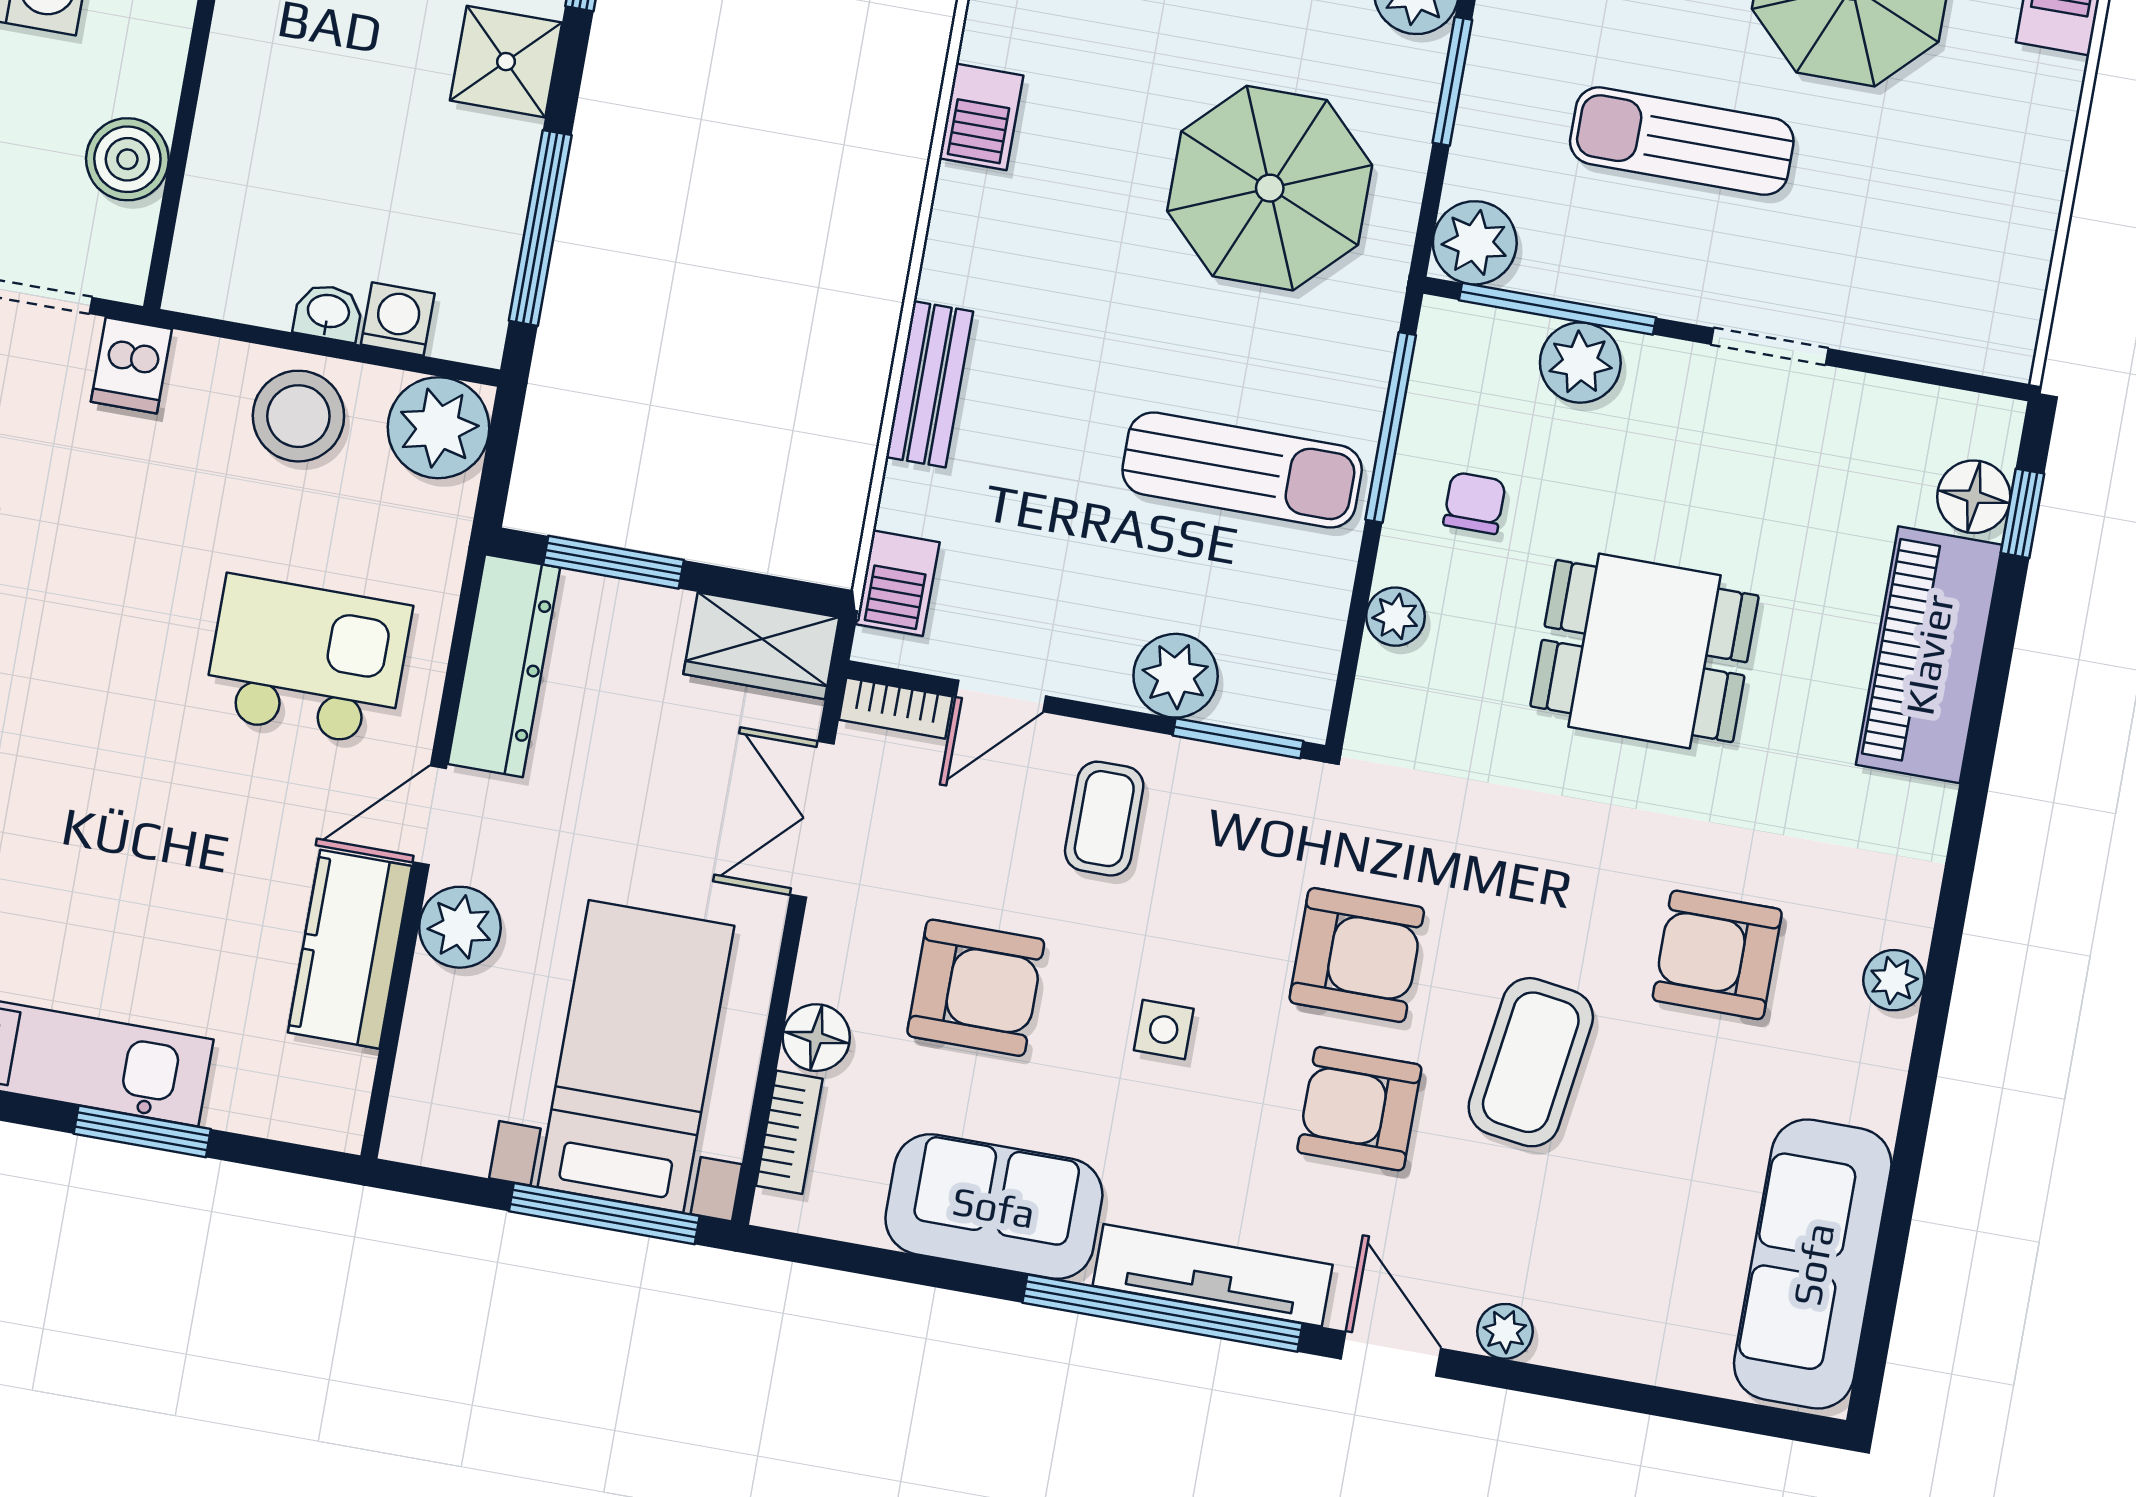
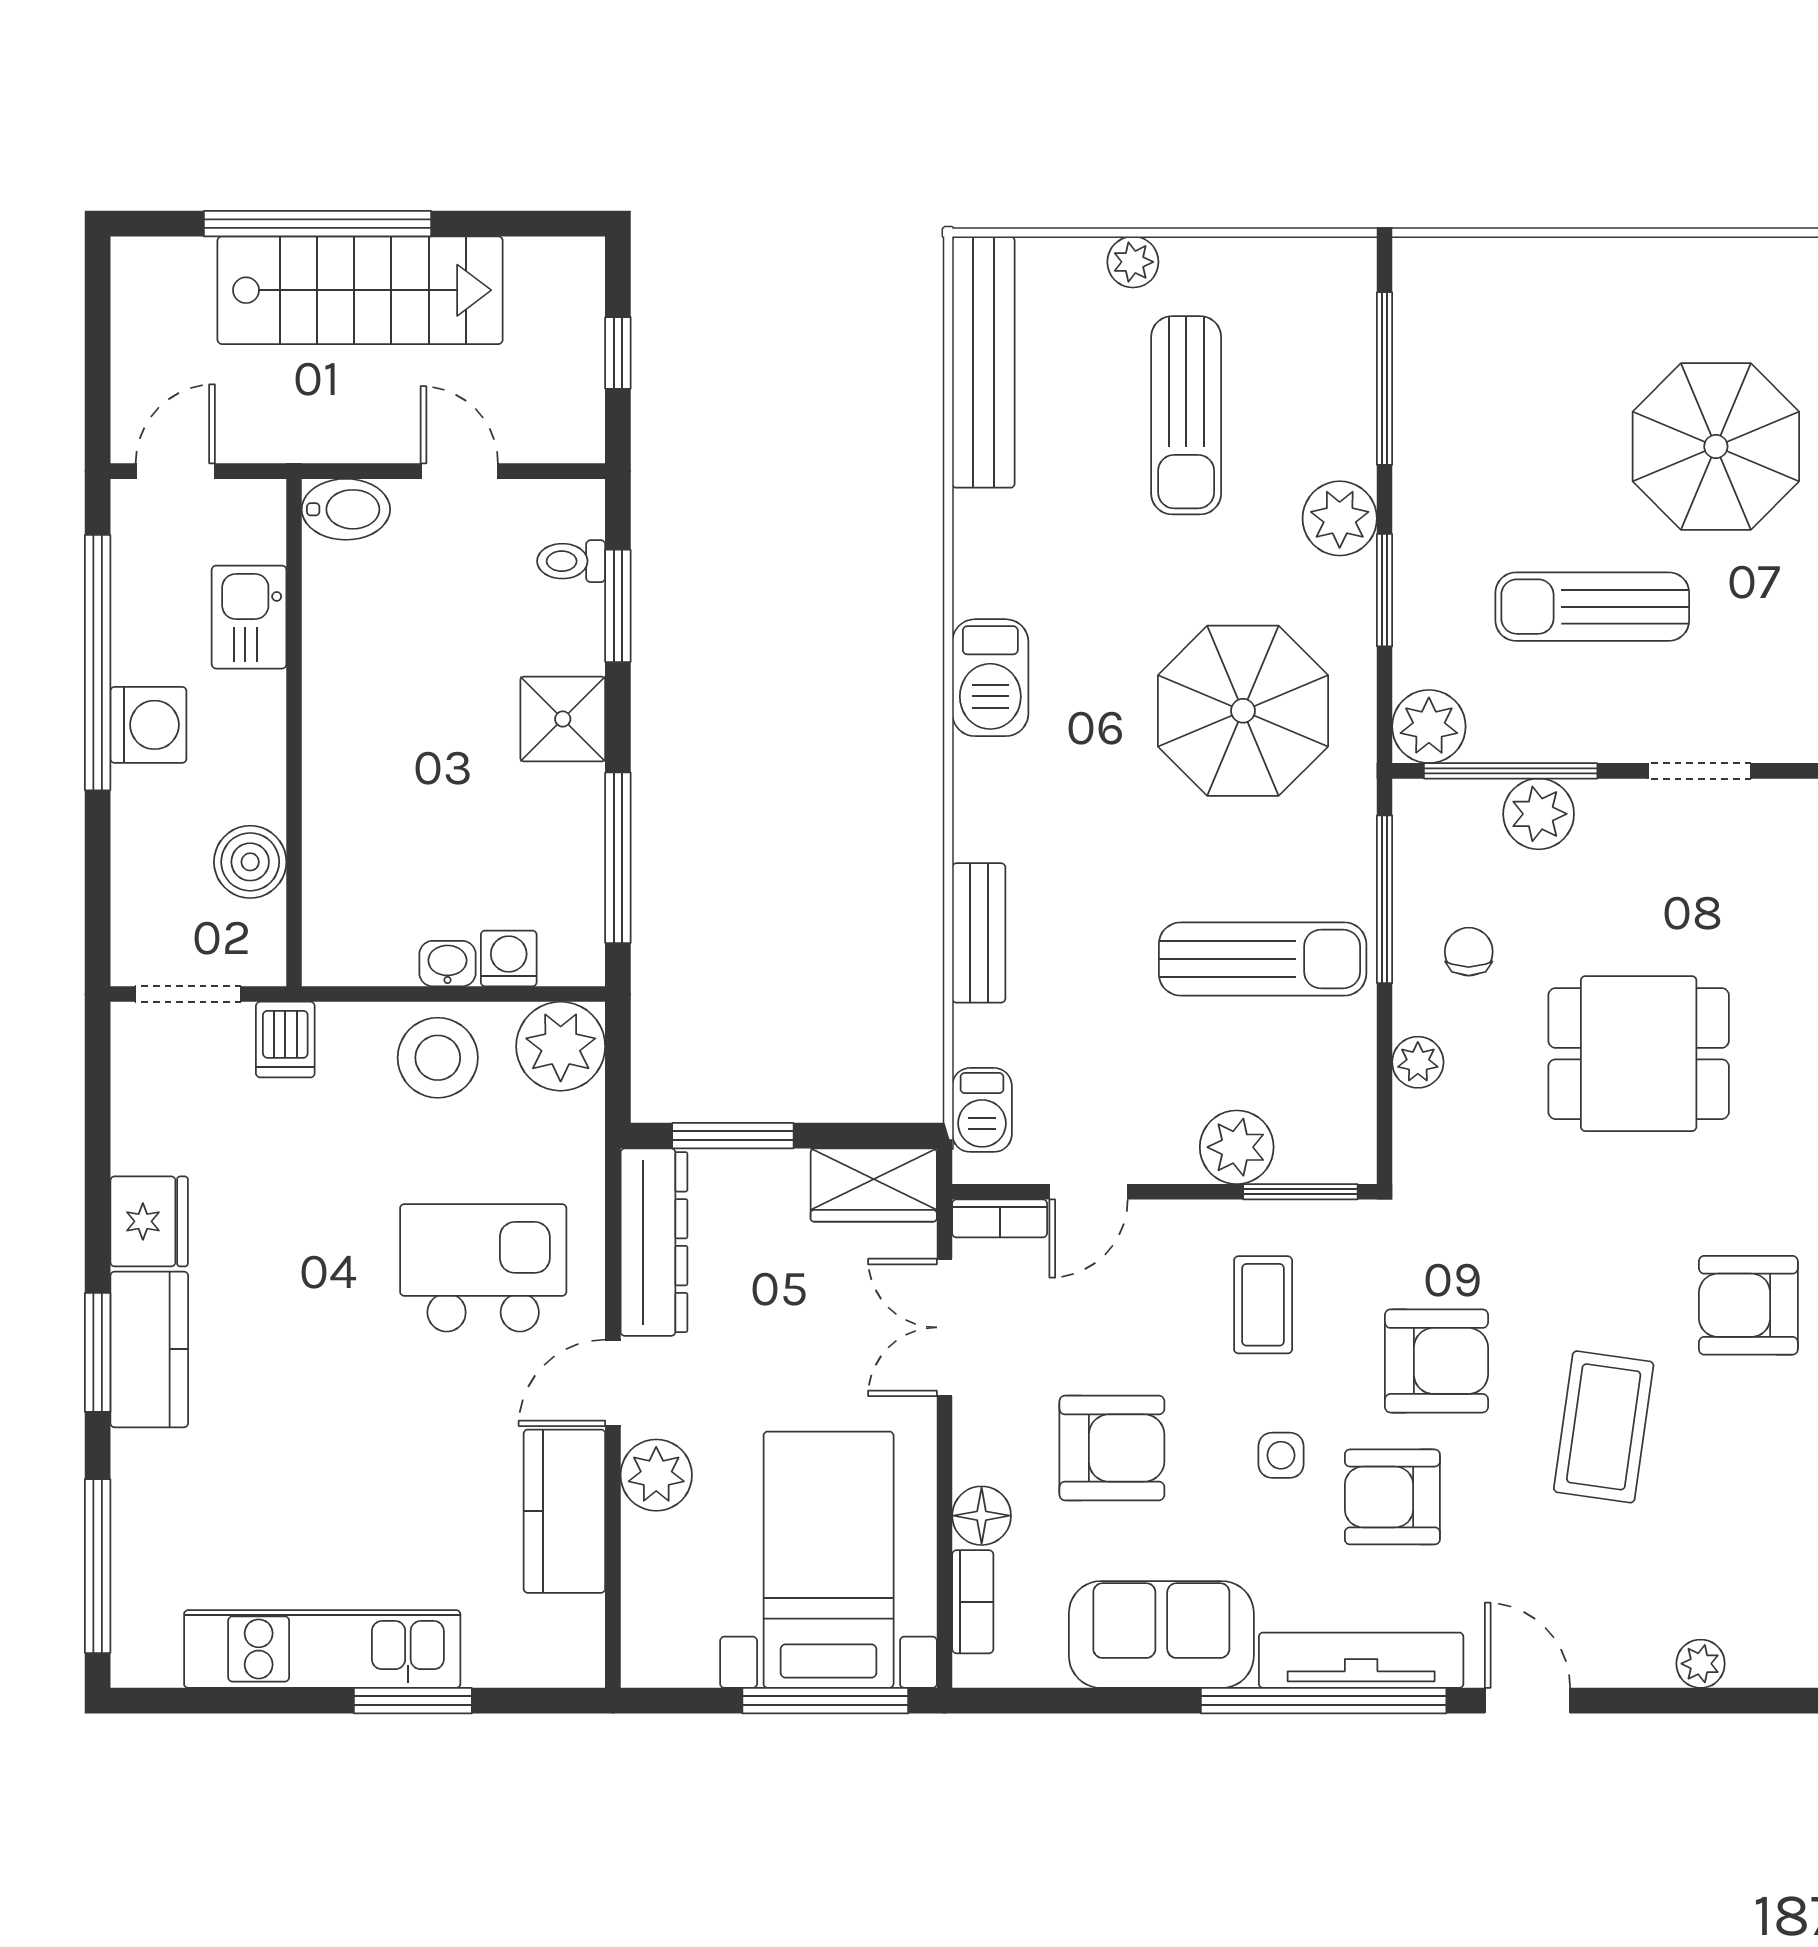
barbecue: (981, 117) -> (990, 678), width x1.38, depth x1.27
coffee table: (1104, 819) -> (1263, 1305), moved
armchair: (1359, 1109) -> (1392, 1497), moved
plant: (1505, 1331) -> (1701, 1664), moved

